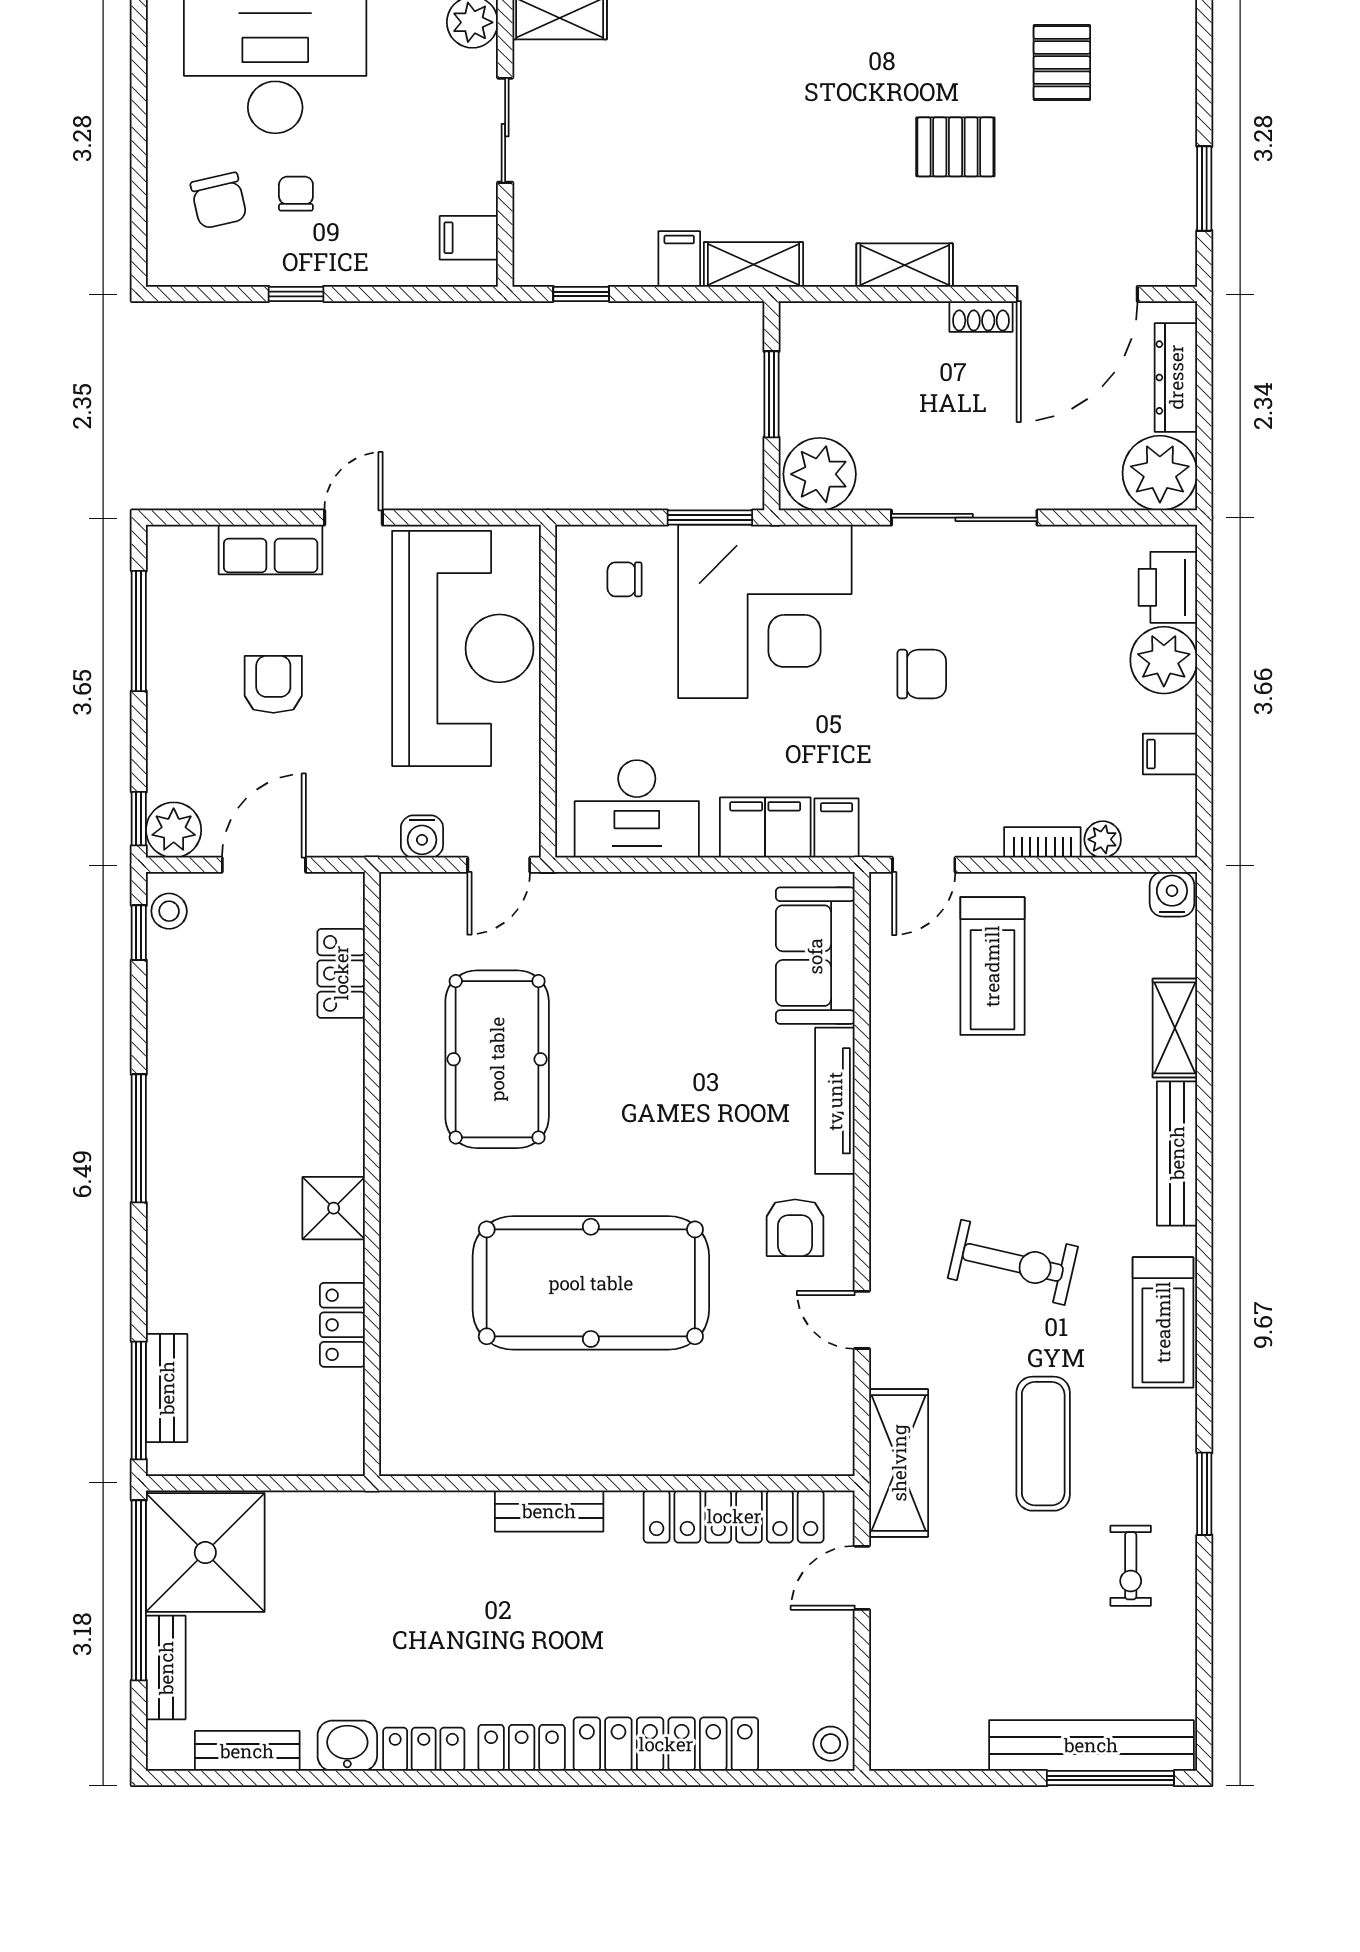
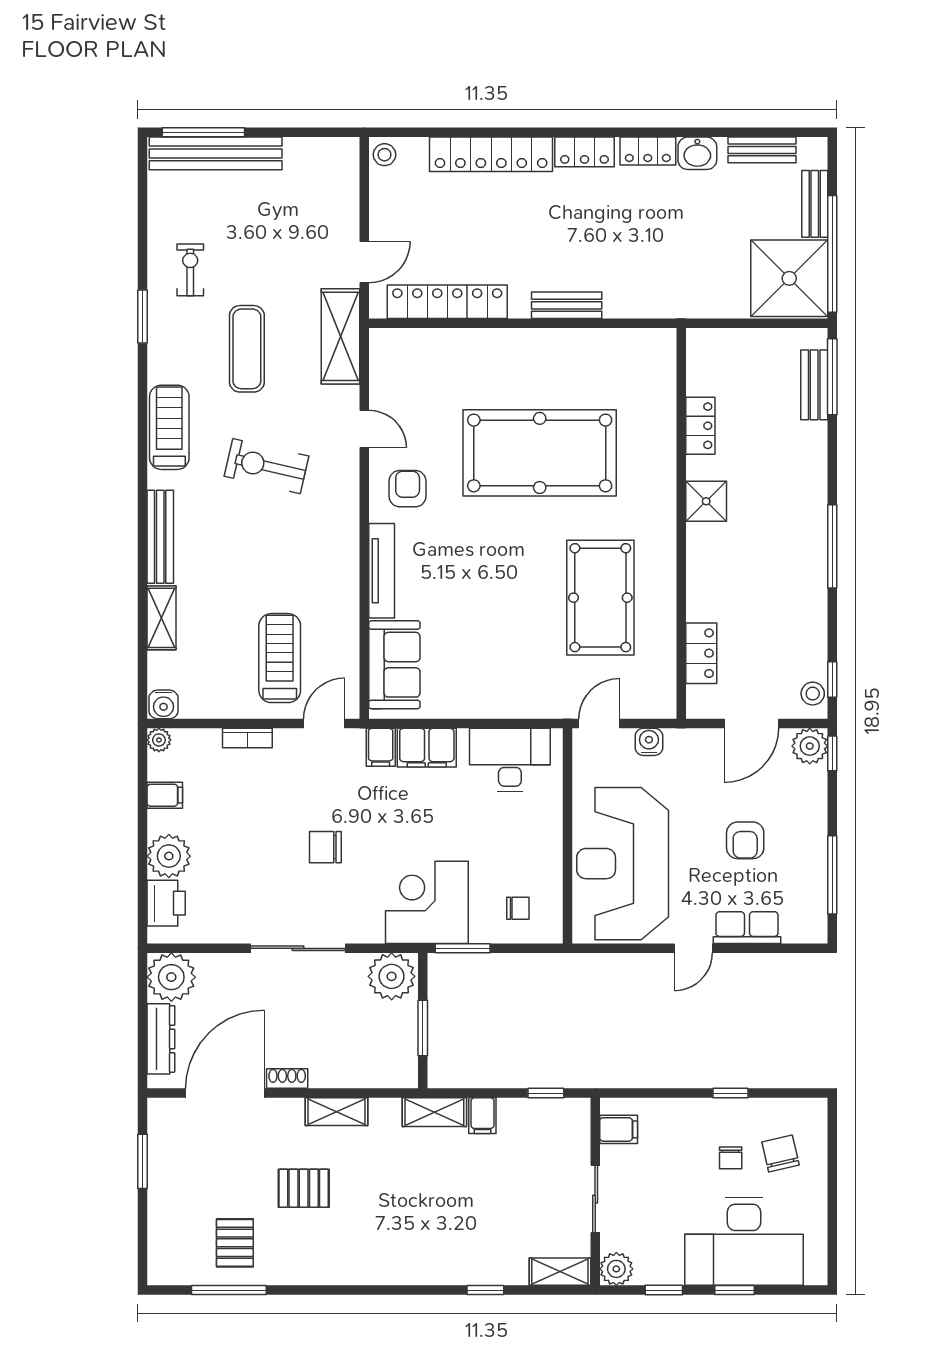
corner desk: (765, 611) -> (427, 902), width x0.74, depth x0.74
plant: (1103, 839) -> (159, 740), moved

